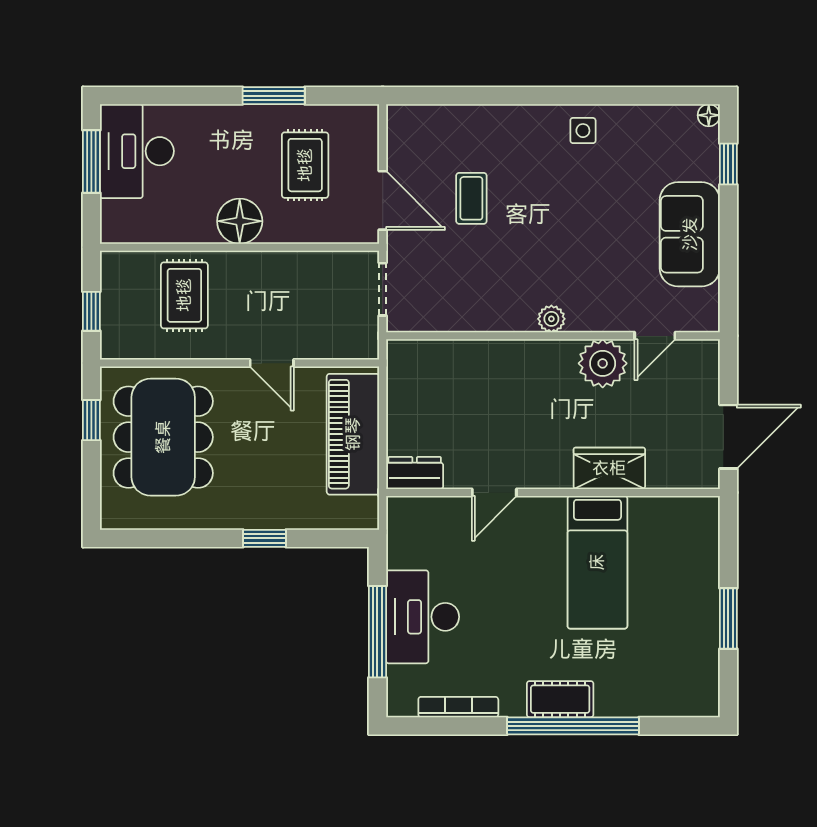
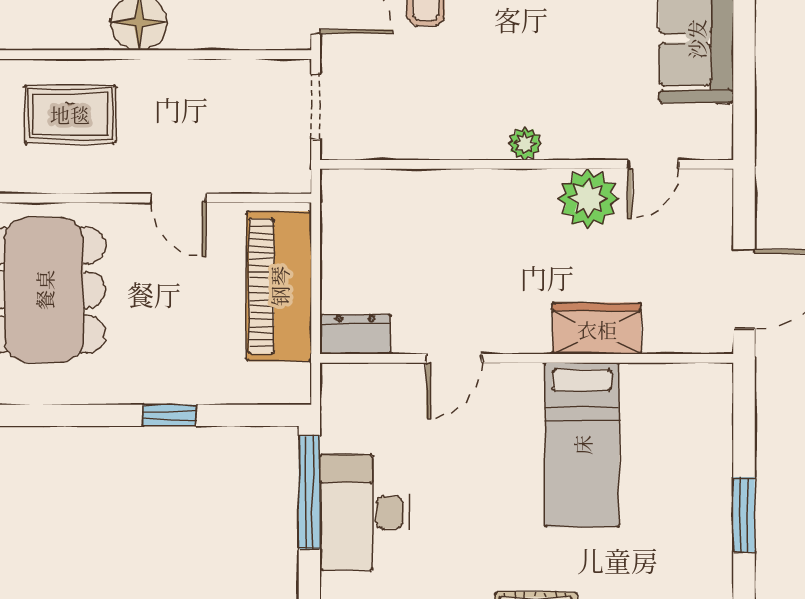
rug: (184, 295) -> (70, 114), turned 90
window: (377, 632) -> (309, 492), moved

